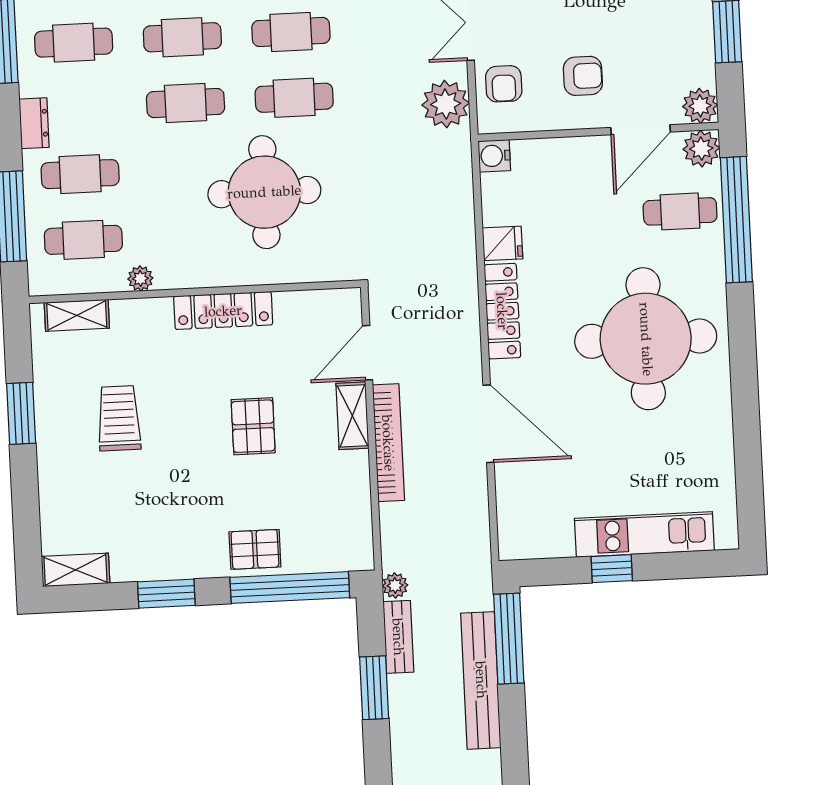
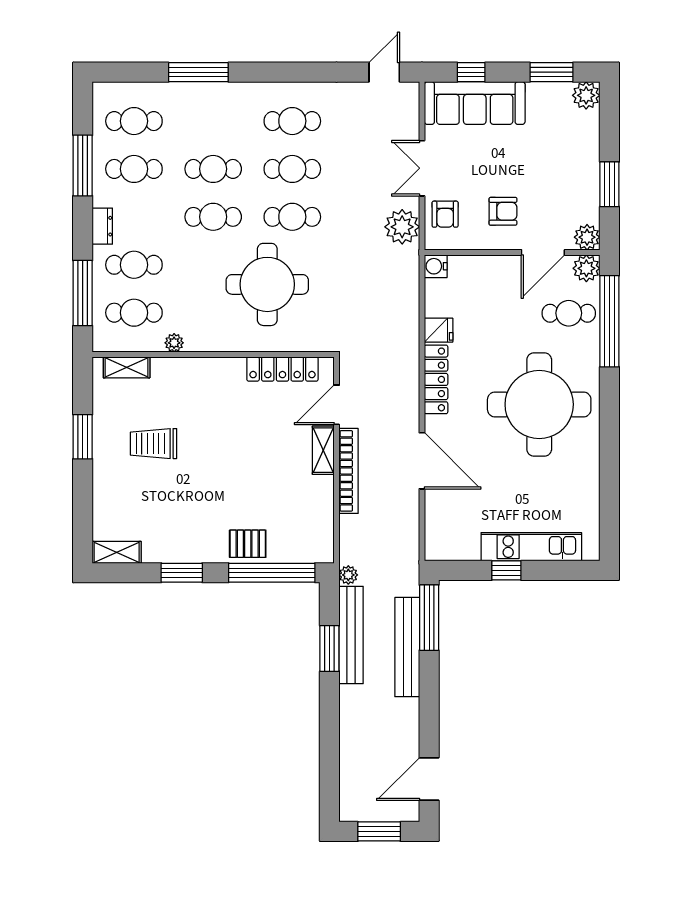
locker: (223, 311) -> (282, 369), moved
trolley: (119, 418) -> (154, 444), turned -90
pallet: (253, 426) -> (251, 454), removed
bench: (398, 637) -> (351, 635), width x1.86, depth x1.21

